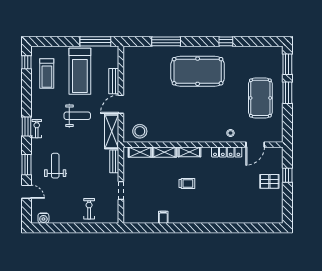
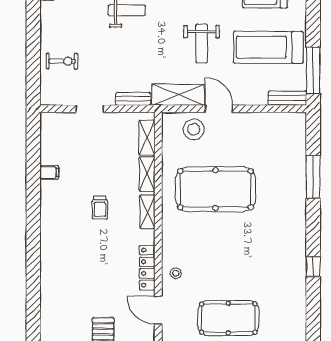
pool table: (198, 71) -> (216, 189), moved, turned 90
bench: (114, 81) -> (287, 98), moved
stool: (140, 131) -> (194, 129), moved

